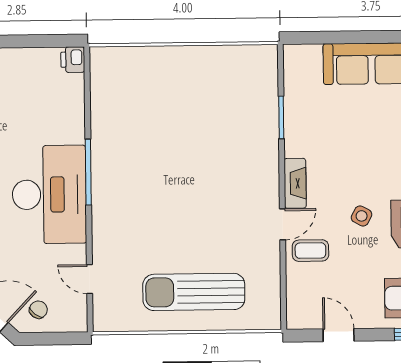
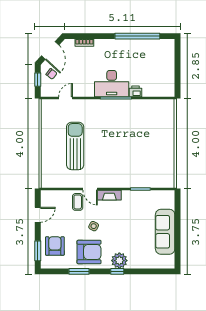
printer: (73, 60) -> (136, 91), moved
desk: (49, 195) -> (112, 84), width x0.73, depth x0.77
sun lounger: (194, 292) -> (75, 146), moved
window: (51, 339) -> (38, 80), added

